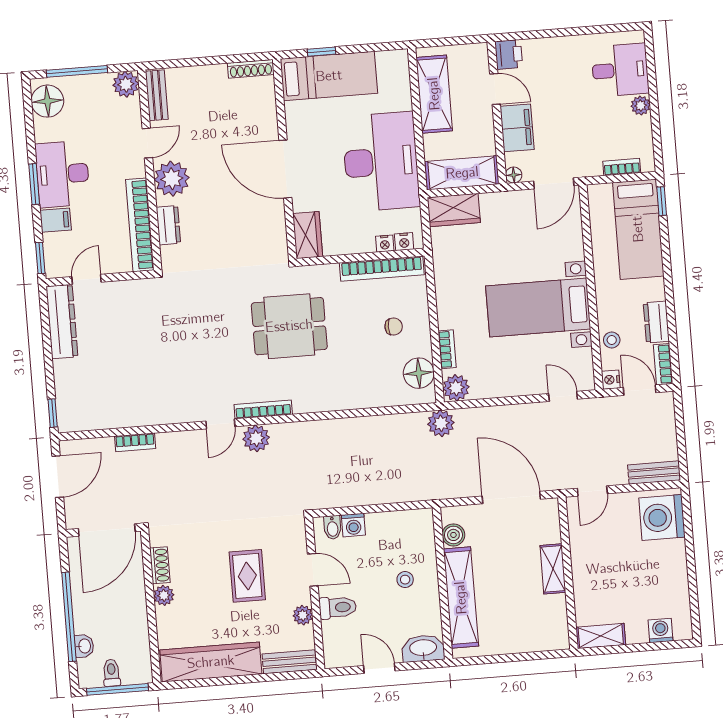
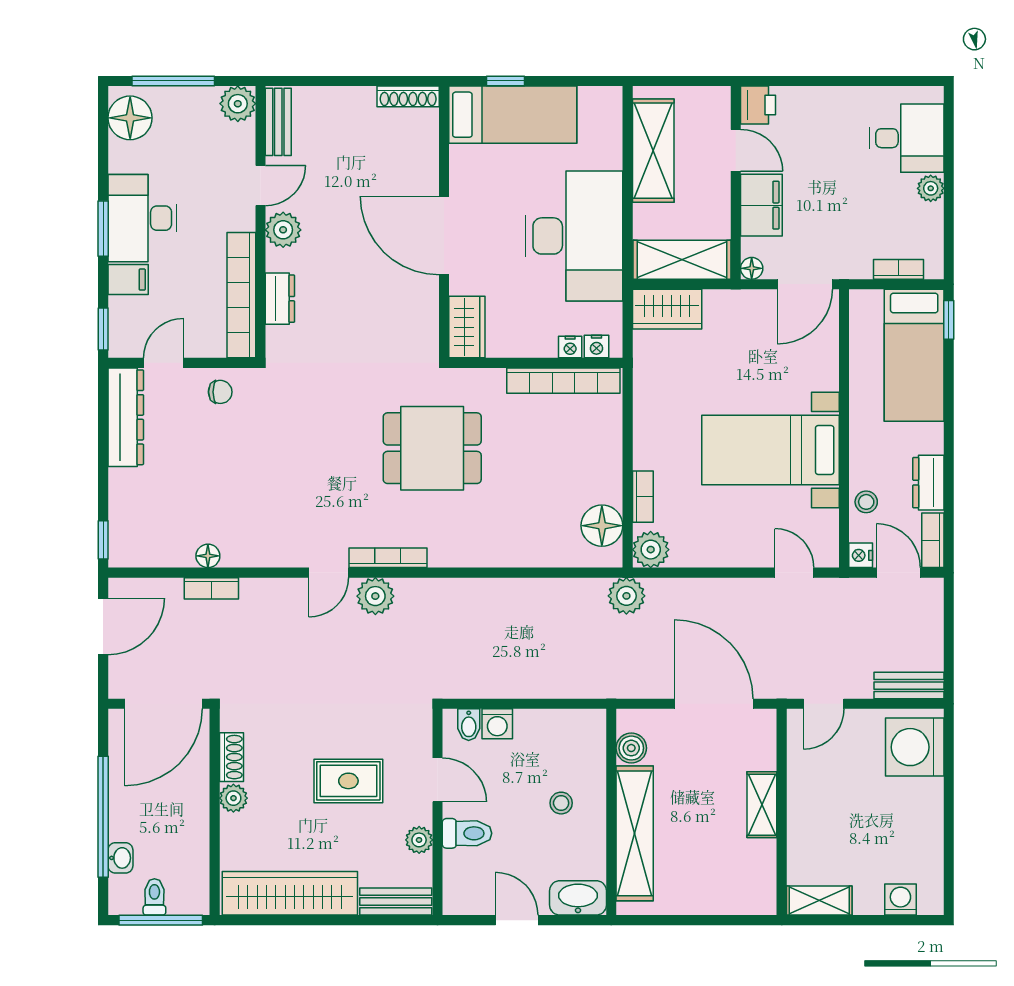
plant: (172, 179) -> (283, 230), width x0.73, depth x0.73
chair: (394, 327) -> (220, 392), moved
floor lamp: (131, 419) -> (208, 556), added
rug: (247, 576) -> (348, 781), turned 90

